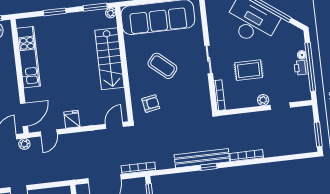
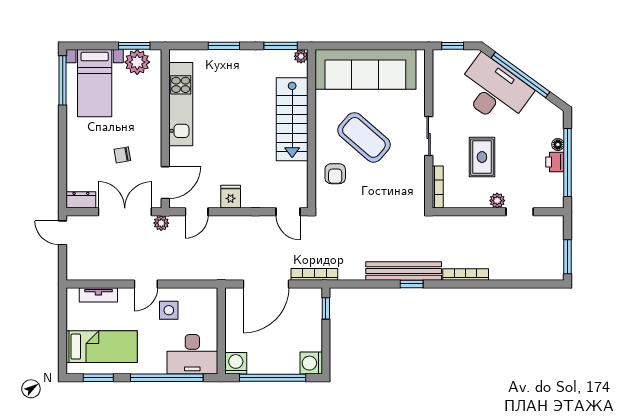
coffee table: (162, 66) -> (364, 137), width x1.36, depth x1.32
rug: (249, 70) -> (482, 157), turned 90
armchair: (151, 104) -> (335, 174), moved, turned 100
door: (114, 125) -> (288, 212), swing flipped

